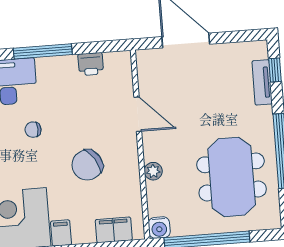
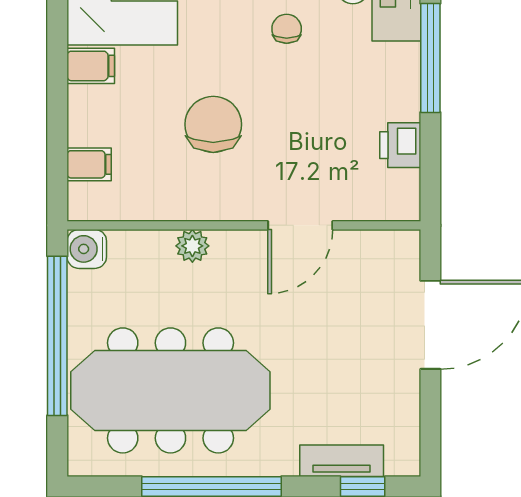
chair: (87, 165) -> (213, 124), turned 32
meeting table: (232, 177) -> (170, 390), width x1.36
filing cabinet: (114, 230) -> (89, 164), width x0.50

